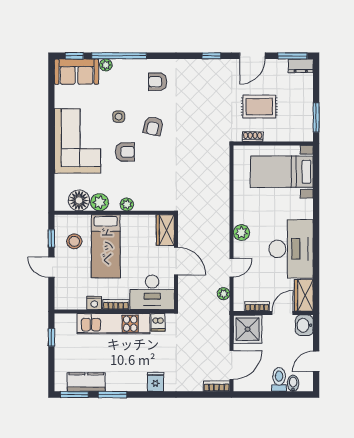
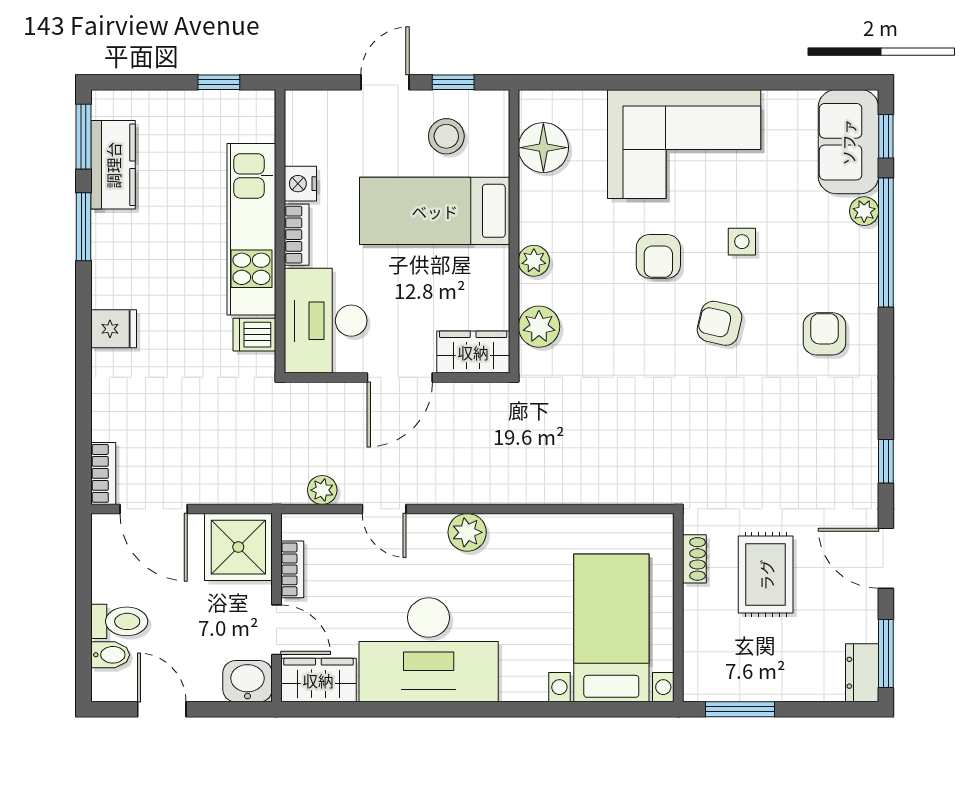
plant: (100, 202) -> (539, 327), moved

